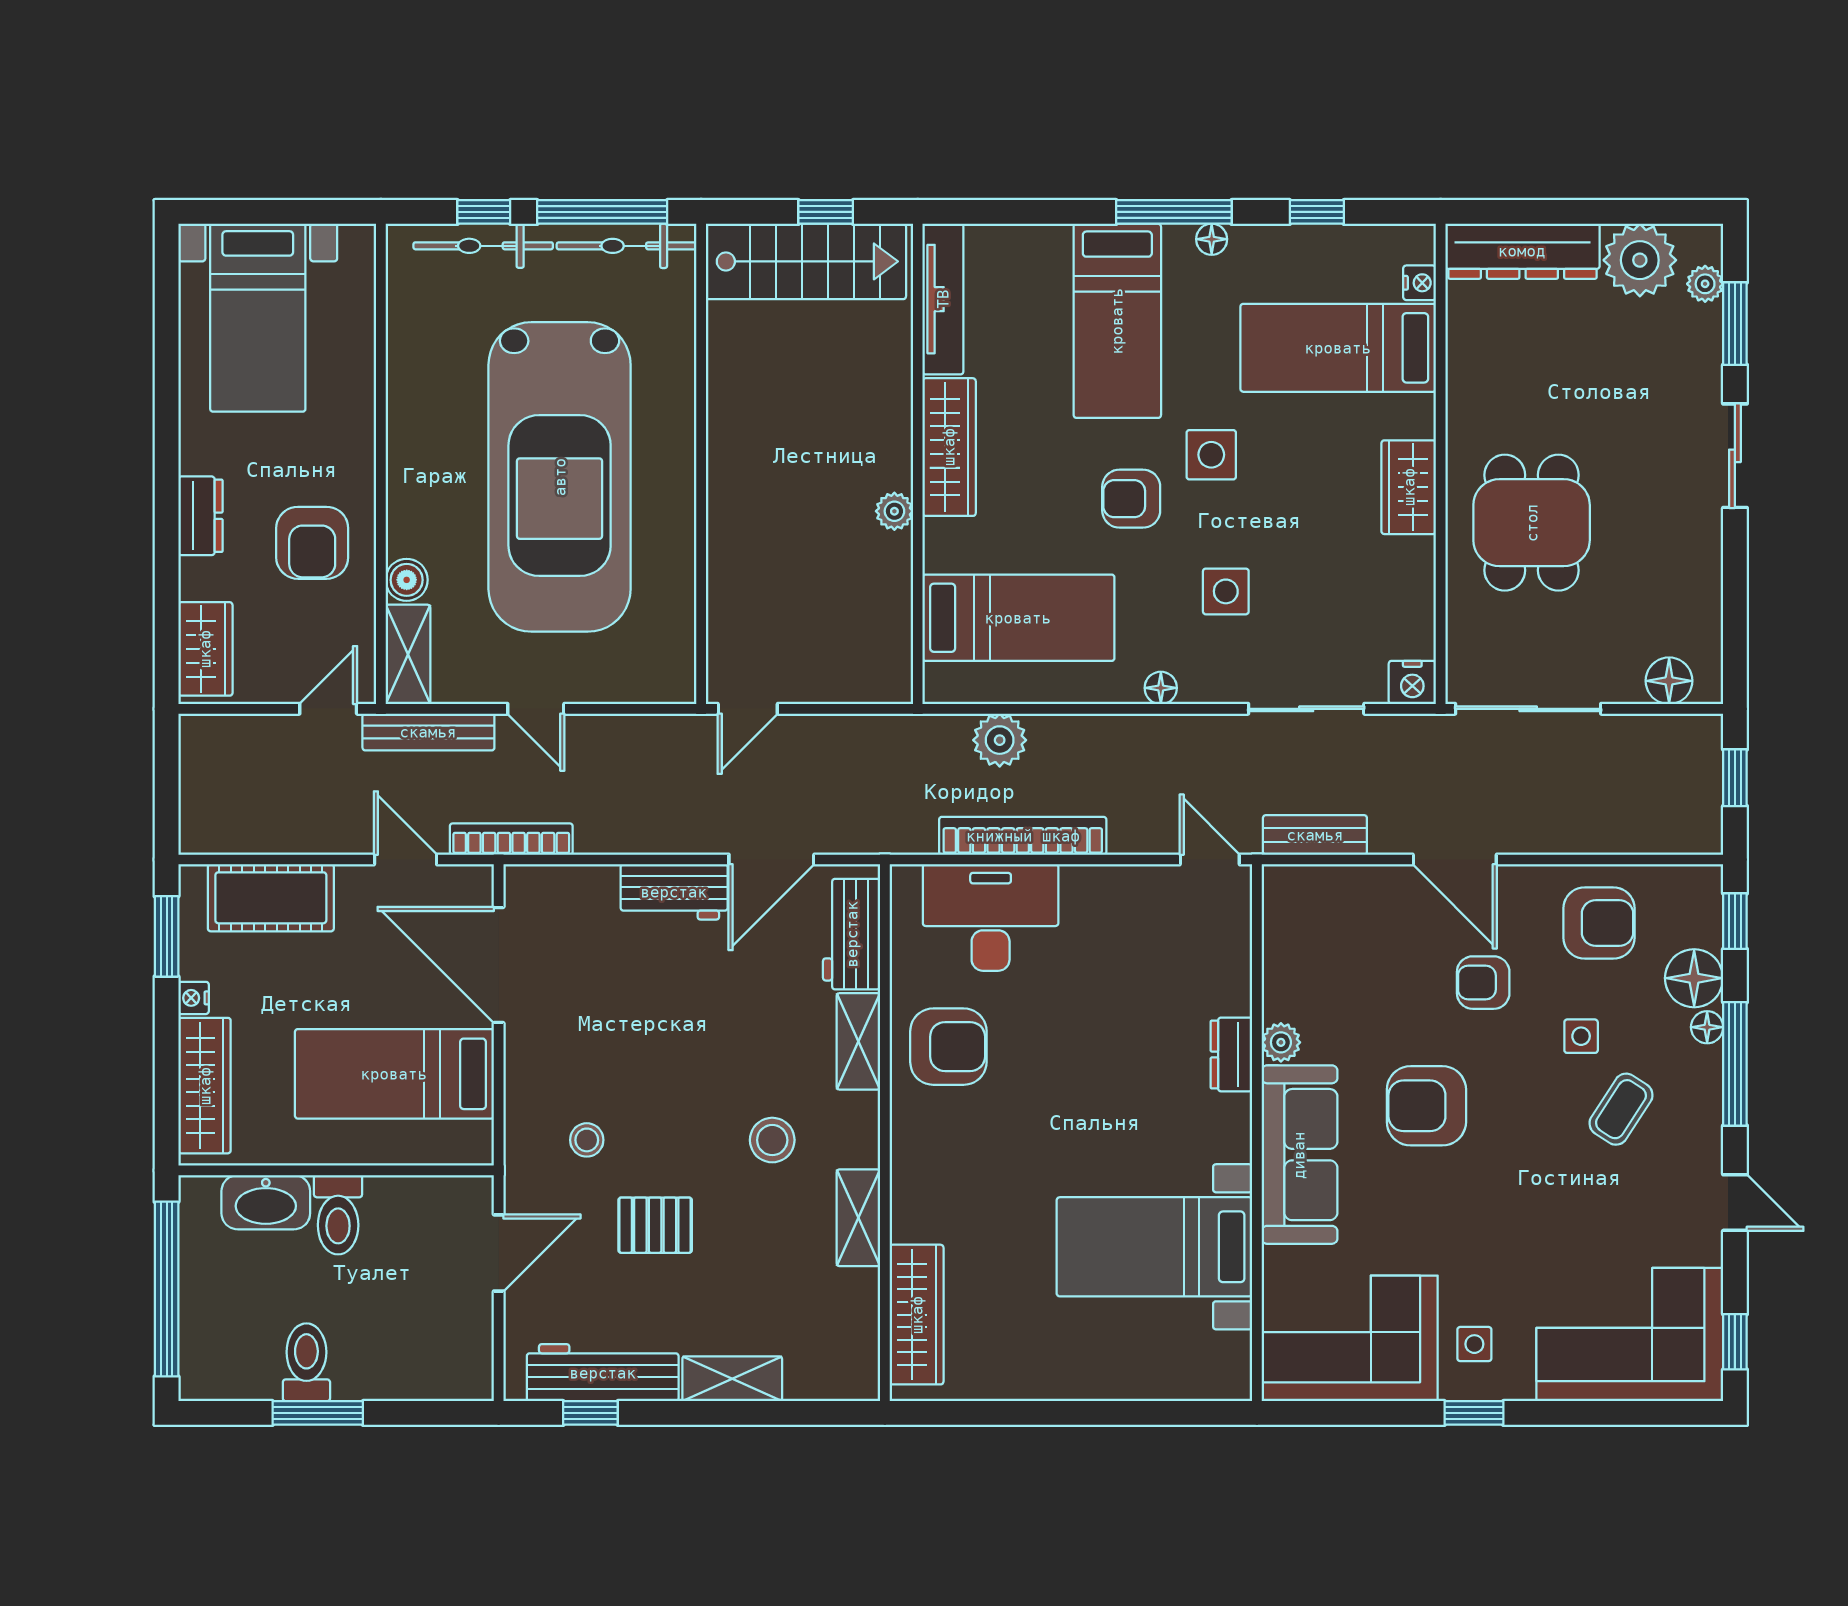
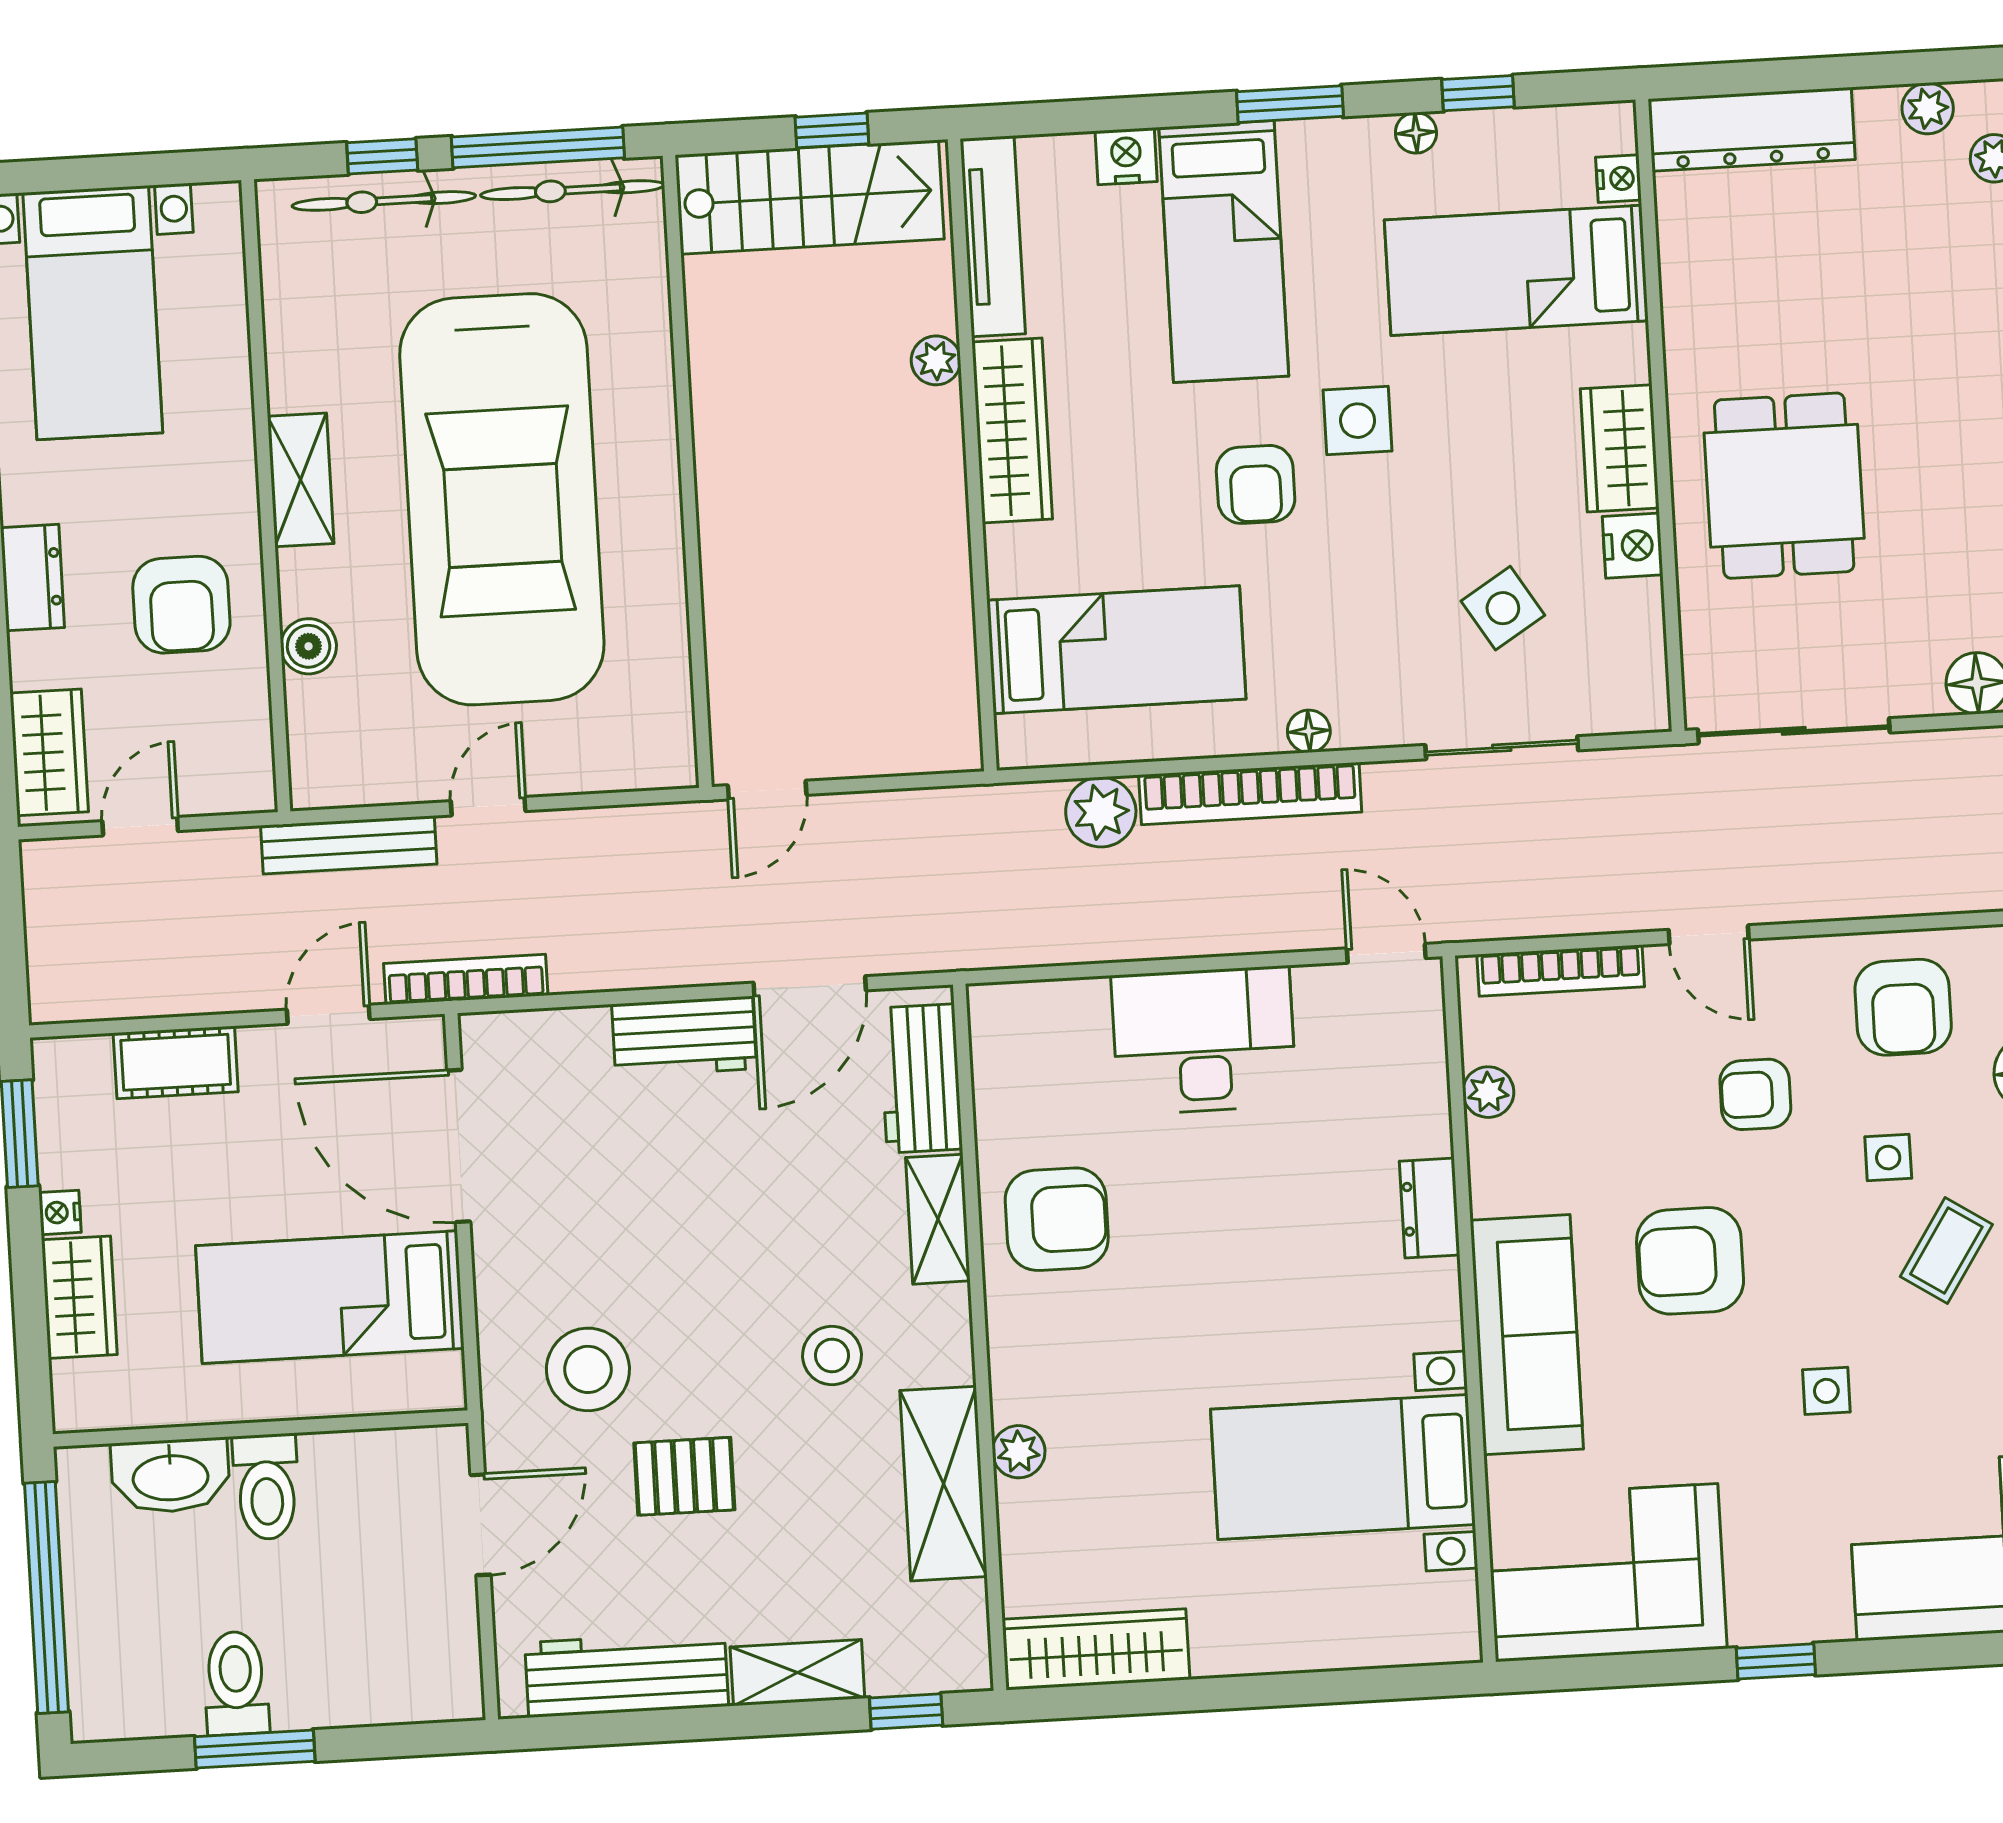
window: (1174, 212) -> (1290, 104), width x0.69
floor lamp: (1212, 239) -> (1416, 133), moved
nightstand: (1047, 244) -> (1126, 156), added
plant: (1640, 260) -> (1928, 108), width x0.53, depth x0.53
armchair: (1131, 499) -> (1256, 484), turned -90
plant: (894, 511) -> (936, 360), moved
side table: (1226, 591) -> (1503, 608), moved, turned -32
shelving: (408, 654) -> (301, 480), moved
nightstand: (1412, 682) -> (1633, 546), moved, turned -90
door: (328, 709) -> (140, 826), moved
door: (536, 709) -> (488, 806), swing flipped
bench: (1315, 835) -> (1523, 913), removed
bookcase: (1023, 836) -> (1250, 793), moved, turned 180
door: (406, 860) -> (328, 1014), hinge flipped
door: (1455, 860) -> (1709, 935), width x0.73
bookcase: (1341, 880) -> (1561, 971), added
cot: (271, 898) -> (176, 1062), width x0.73, depth x0.75
desk: (991, 918) -> (1204, 1040), moved
armchair: (1599, 923) -> (1903, 1007), turned 90
plant: (1281, 1042) -> (1488, 1092), moved
wardrobe: (205, 1086) -> (79, 1297), width x0.67
stool: (587, 1140) -> (588, 1369), width x1.89, depth x1.89
shelving: (858, 1218) -> (943, 1484), width x1.50, depth x1.33
plant: (909, 1221) -> (1019, 1452), added
wardrobe: (917, 1315) -> (1096, 1649), moved, turned -90
side table: (1474, 1344) -> (1826, 1391), moved
window: (590, 1413) -> (906, 1711), moved

